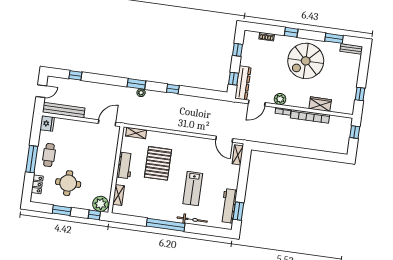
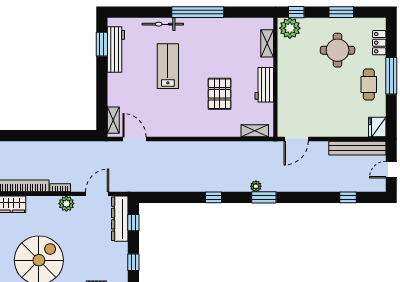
pallet: (158, 163) -> (220, 94), width x0.73, depth x0.71

